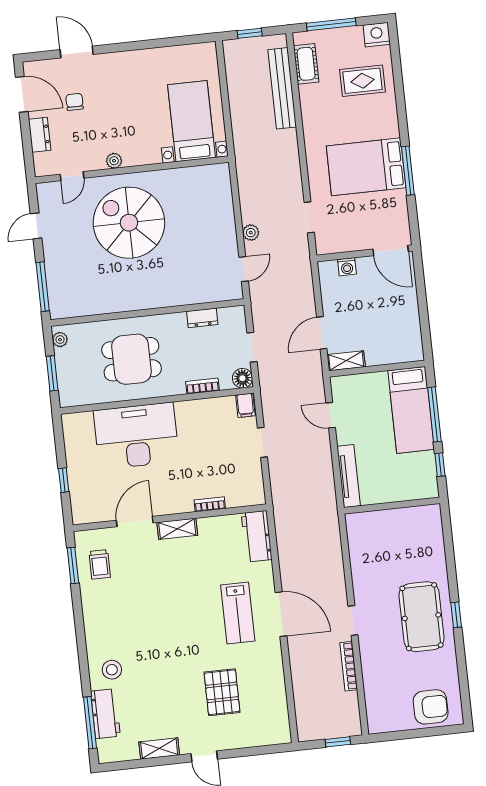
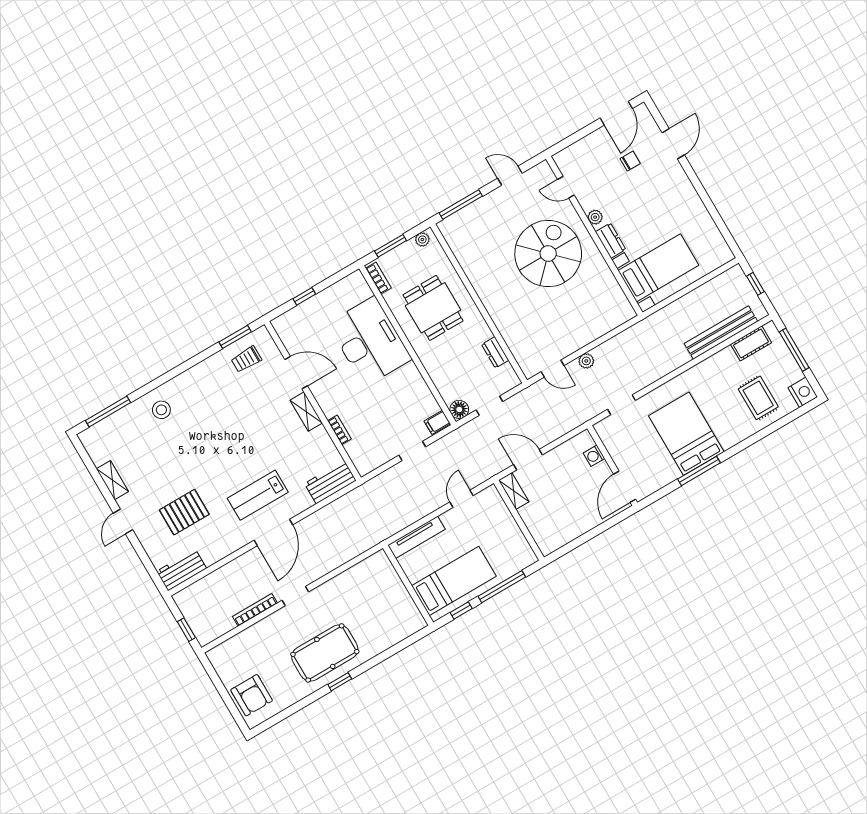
dresser: (40, 135) -> (611, 241), moved, turned -90
bookcase: (202, 386) -> (378, 278), moved
bed: (411, 410) -> (454, 581), moved, turned 180
workbench: (105, 714) -> (181, 570), moved, turned 180

